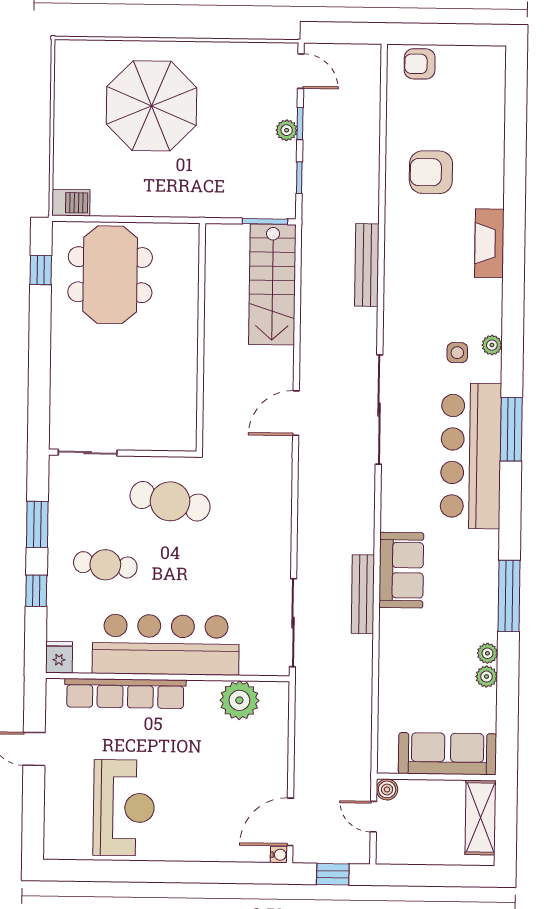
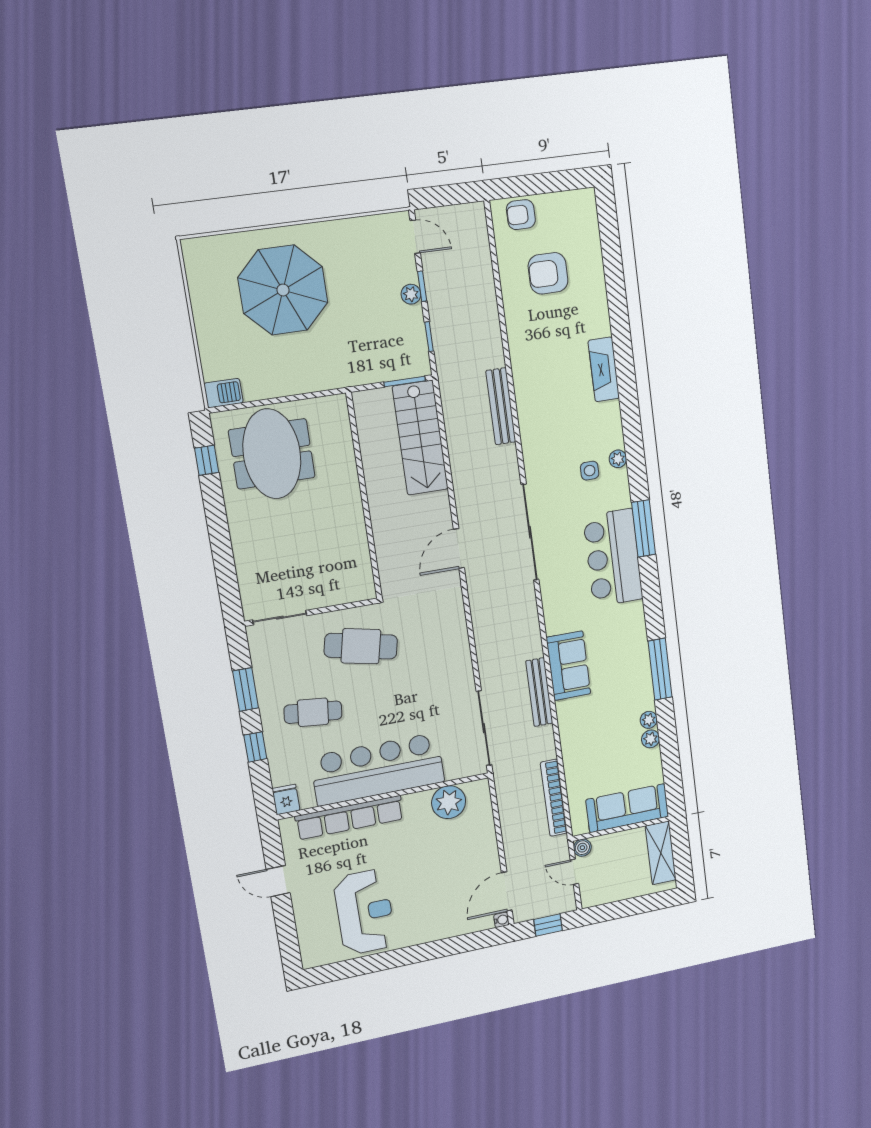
armchair: (431, 172) -> (548, 273), moved
bar counter: (471, 456) -> (613, 558), width x0.73
bookcase: (362, 722) -> (554, 798), added

